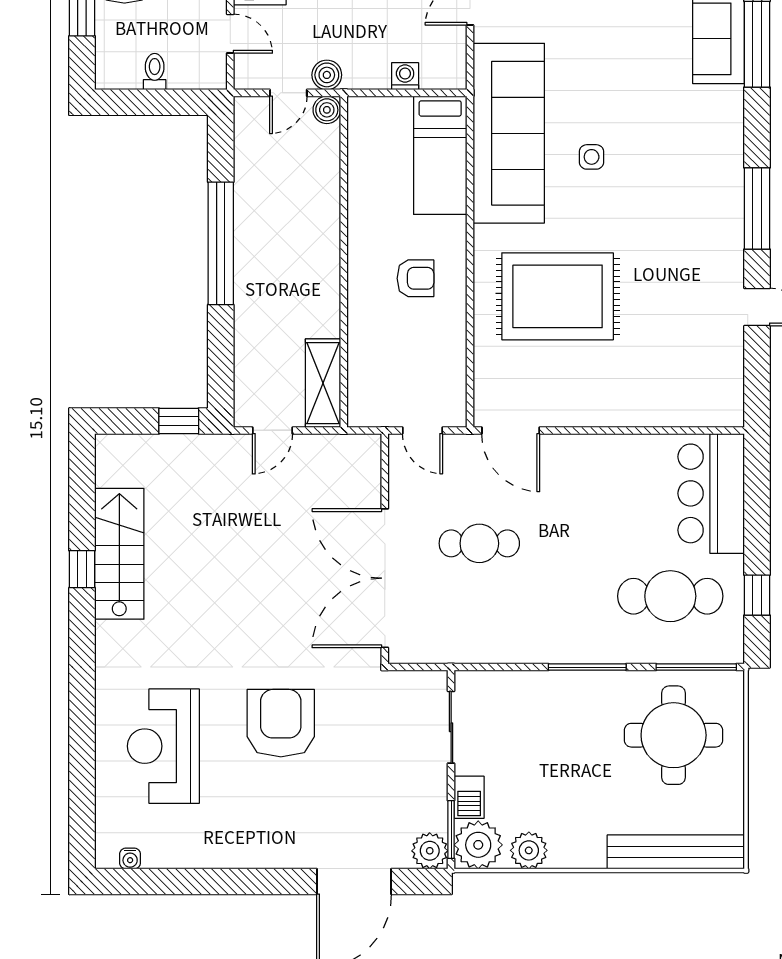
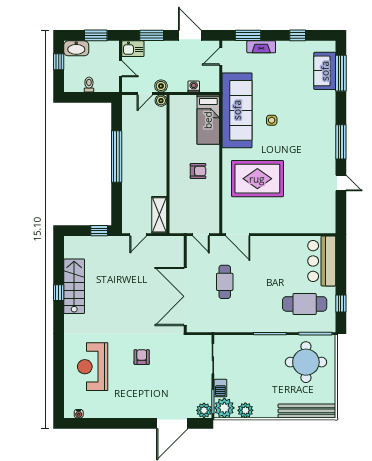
cafe table: (479, 543) -> (225, 282), turned 90
armchair: (281, 723) -> (142, 357), width x0.53, depth x0.53

